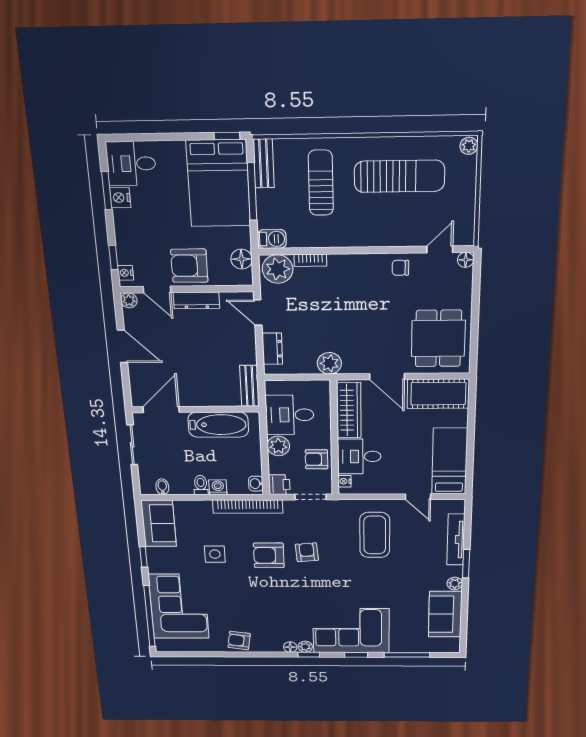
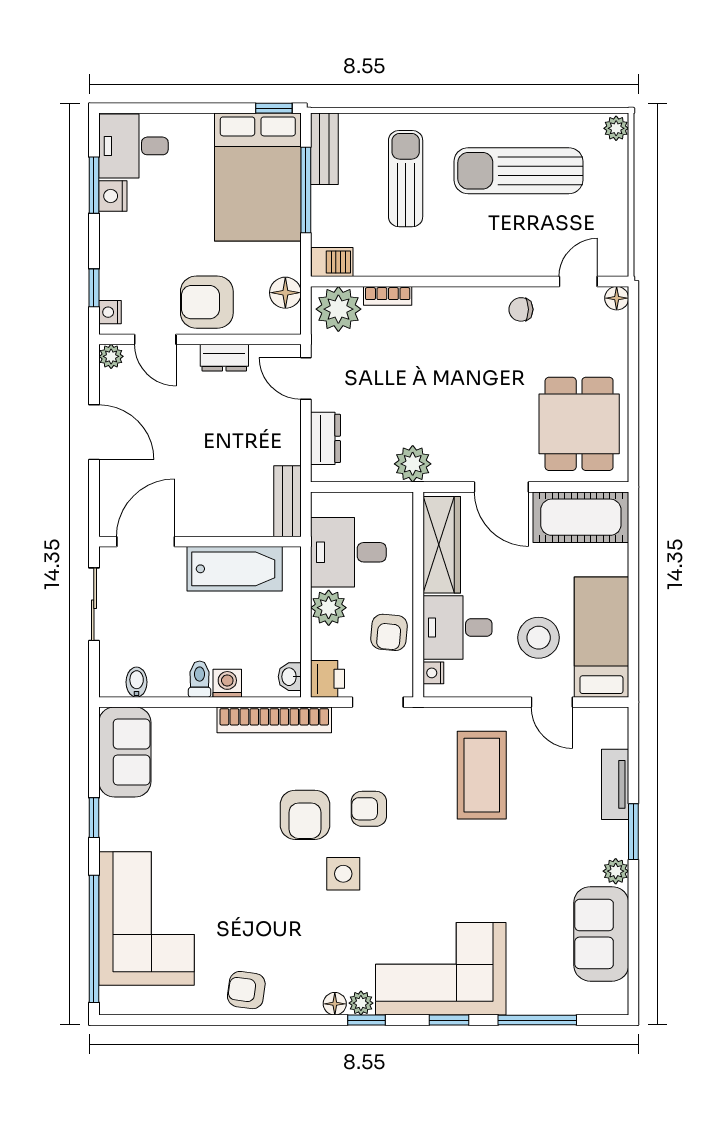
sun lounger: (399, 176) -> (518, 171), turned 180
dresser: (196, 300) -> (224, 358), width x0.70
armchair: (316, 459) -> (389, 632), turned -85
stool: (410, 462) -> (539, 638), added
tv unit: (456, 540) -> (615, 784), width x0.71
armchair: (307, 552) -> (369, 809), turned -85
side table: (215, 554) -> (343, 874), moved
armchair: (269, 555) -> (305, 815), turned -90

